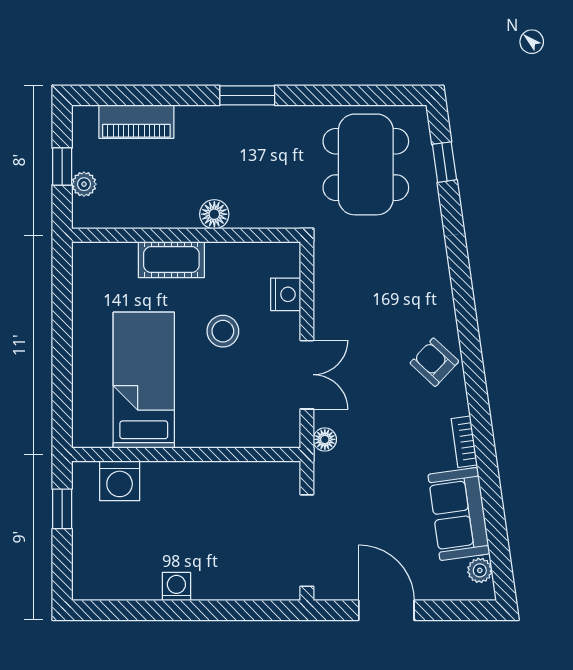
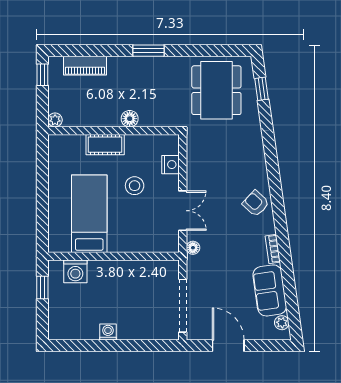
window: (62, 166) -> (42, 75), moved
plant: (84, 184) -> (55, 120), moved

